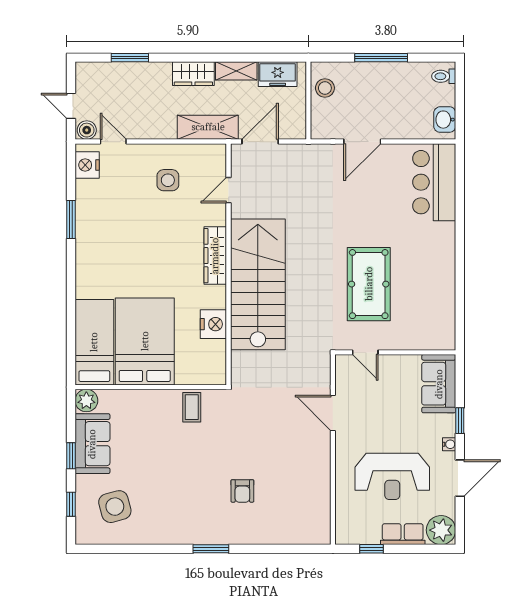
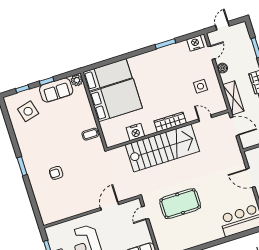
boiler: (87, 130) -> (222, 68), moved

